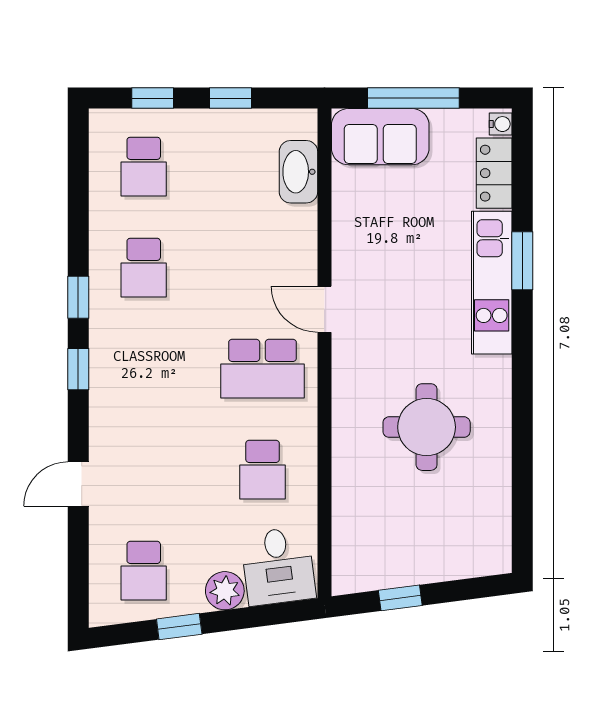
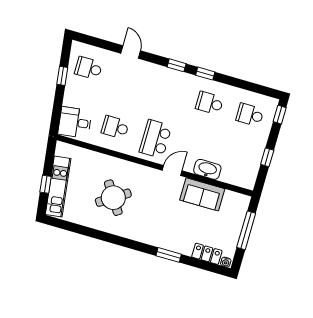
window: (153, 98) -> (280, 115), moved
sofa: (380, 137) -> (202, 194), moved, turned -90
washbasin: (298, 172) -> (207, 169), moved
kitchen unit: (492, 283) -> (58, 186), moved, turned 83
round table: (427, 427) -> (113, 198), turned -33
plant: (225, 591) -> (71, 98), removed
window: (400, 598) -> (46, 184), moved

